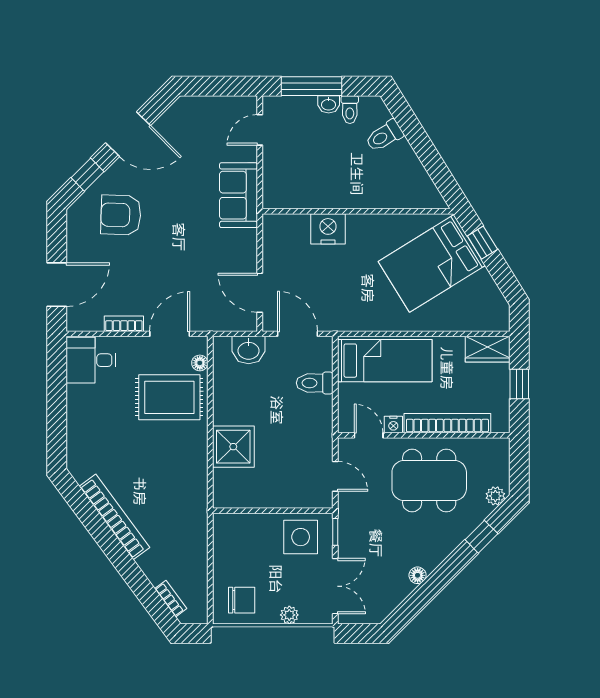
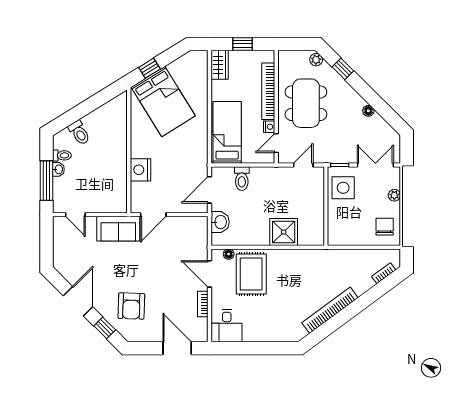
door: (260, 293) -> (153, 215), moved

